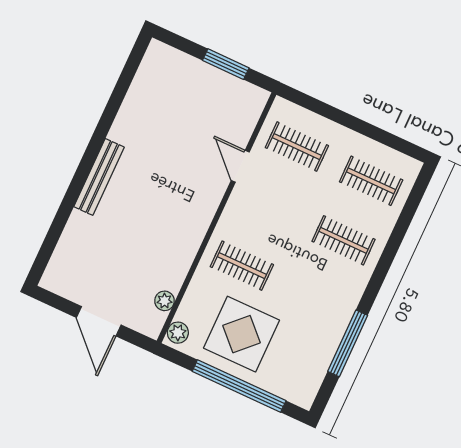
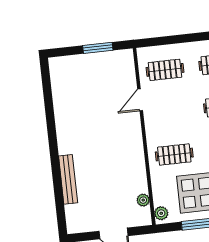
door: (240, 166) -> (140, 100), hinge flipped
bench: (99, 177) -> (68, 179), moved

